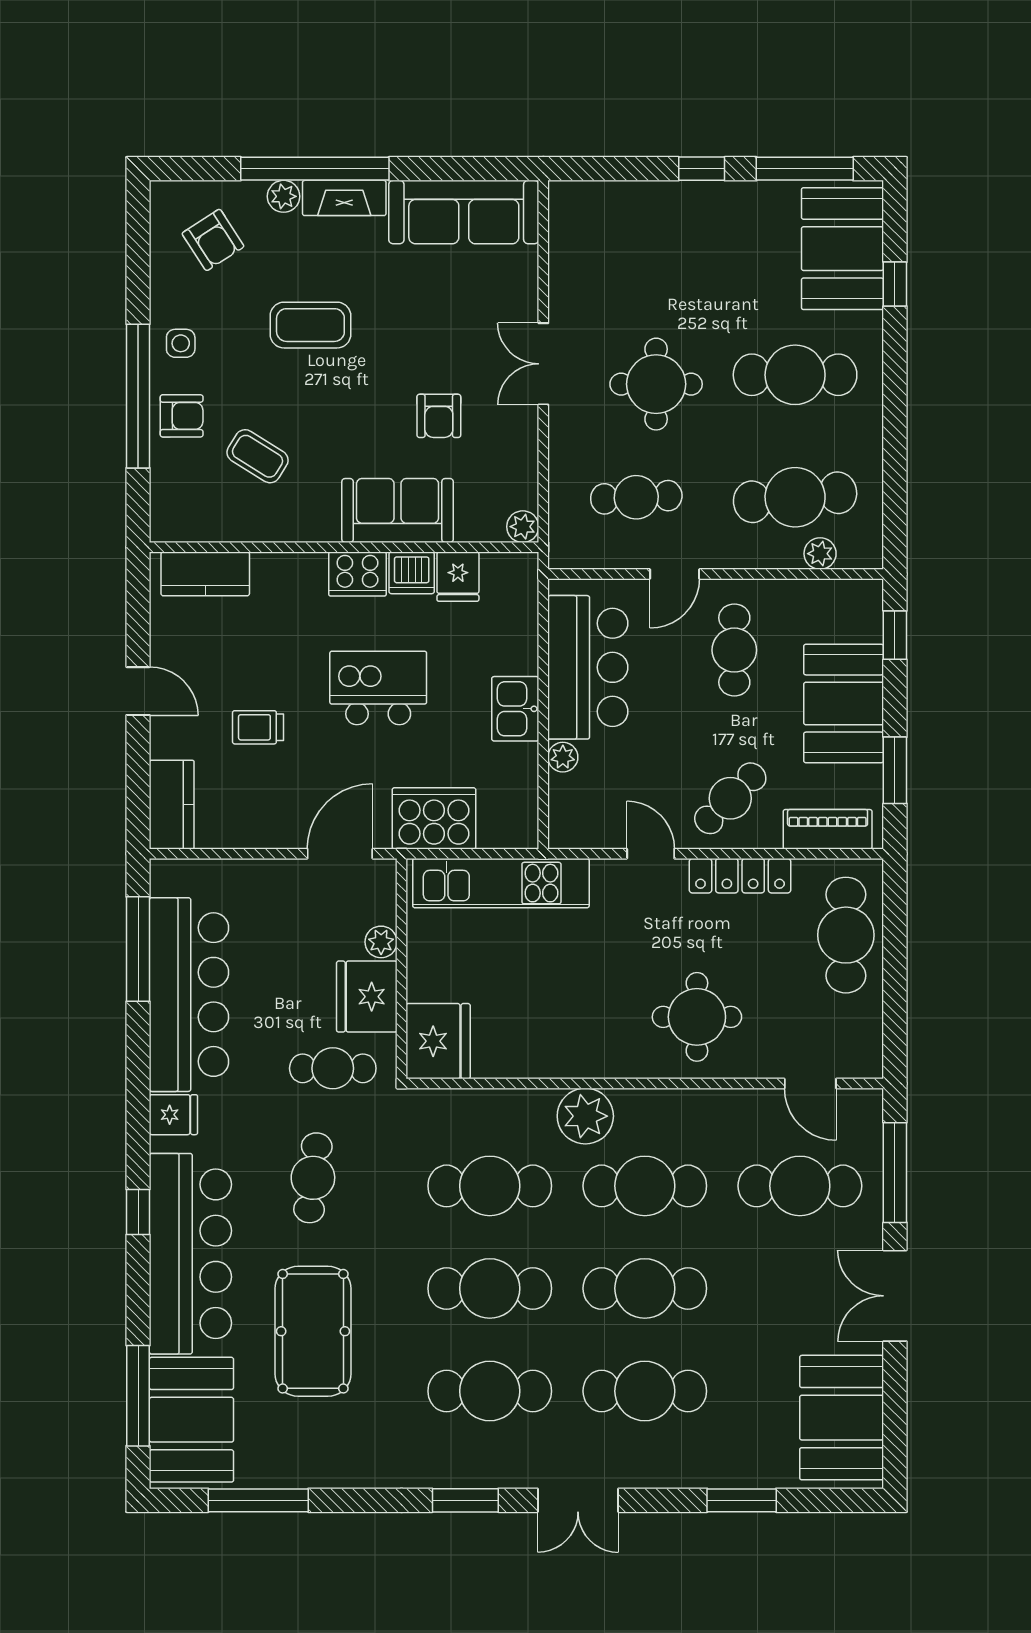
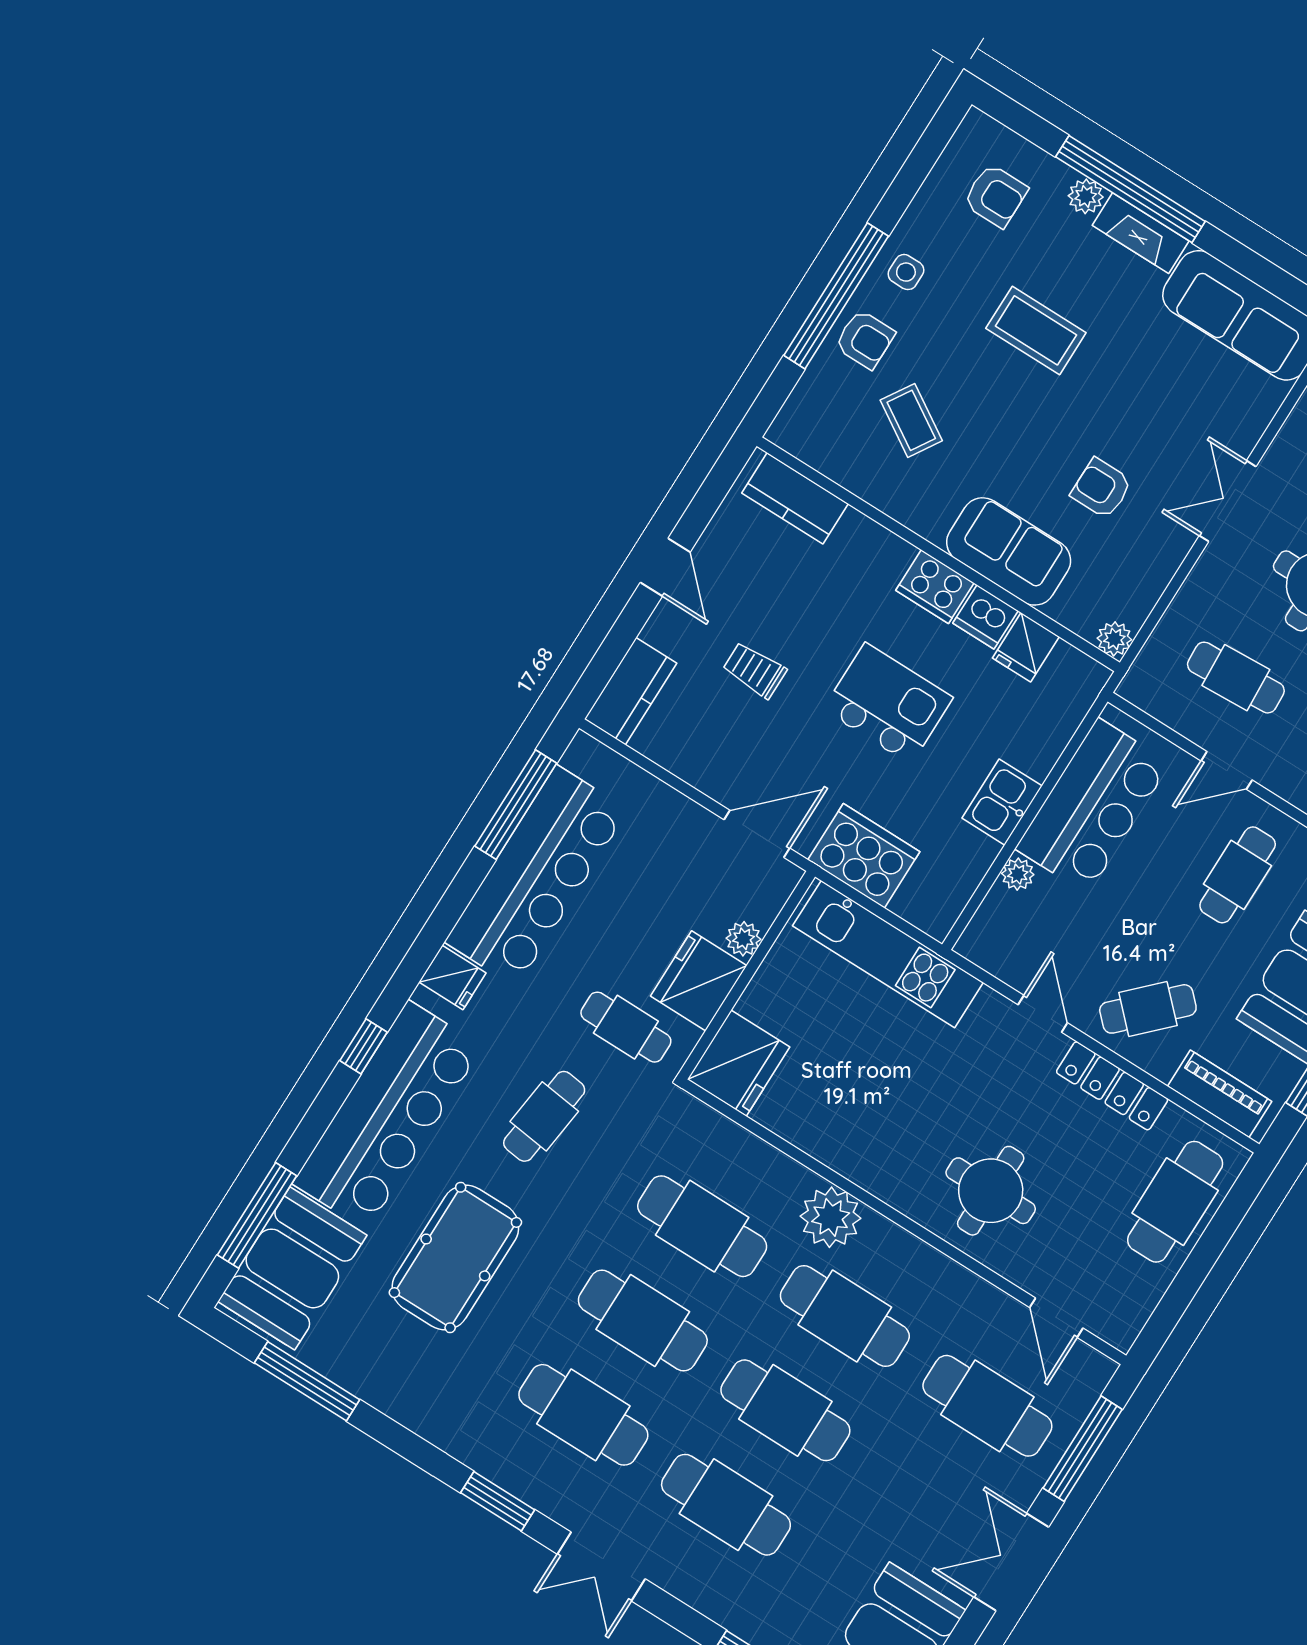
armchair: (213, 240) -> (996, 196), turned -57
armchair: (439, 416) -> (1101, 488), turned 90

